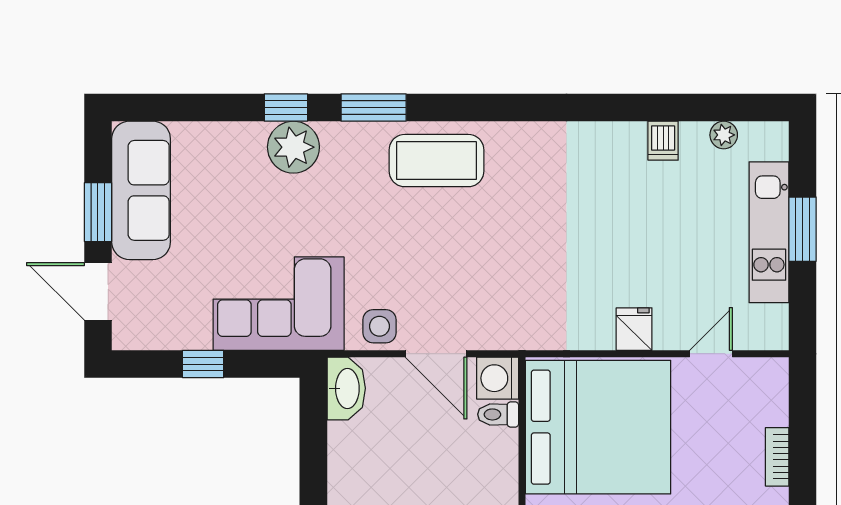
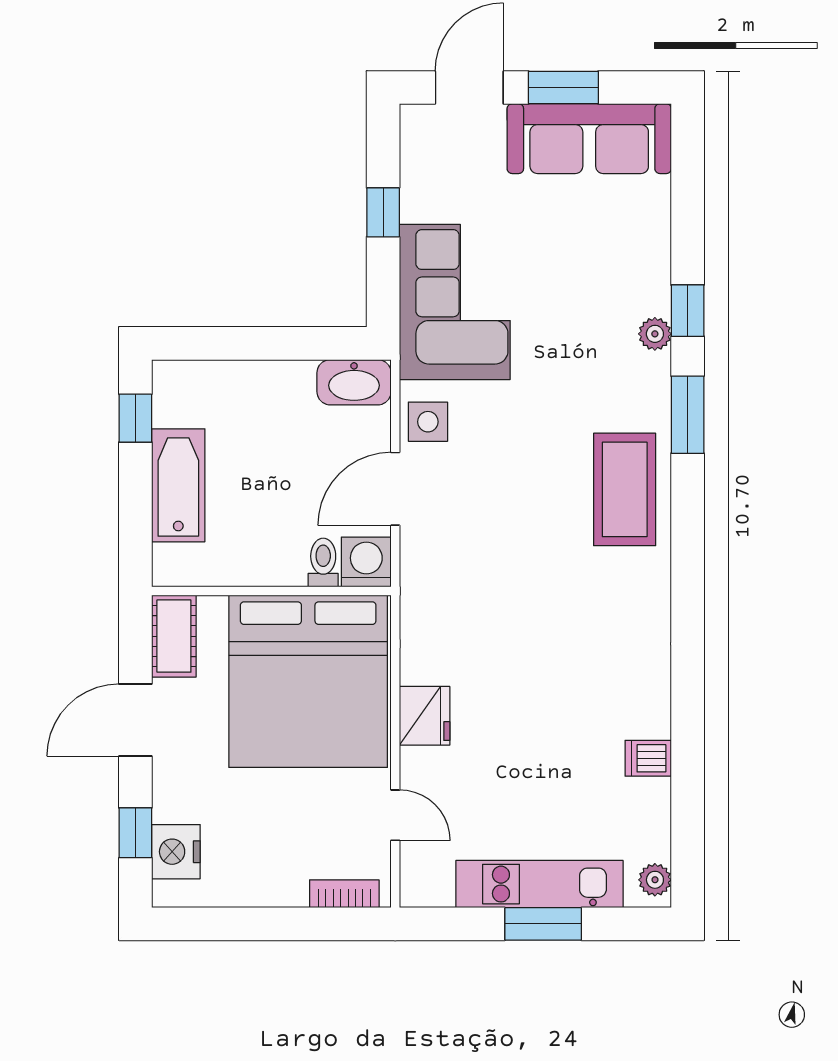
plant: (724, 135) -> (655, 880), moved
plant: (293, 147) -> (655, 334), width x0.53, depth x0.53
fridge: (634, 329) -> (425, 716), width x1.38
bookcase: (777, 457) -> (344, 894), moved

